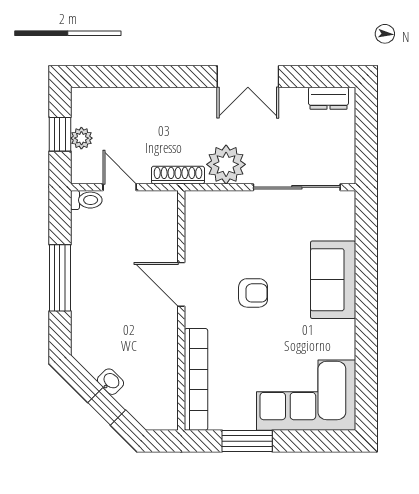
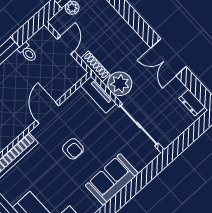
toilet: (86, 200) -> (28, 52), moved
tv unit: (215, 202) -> (98, 94), added

